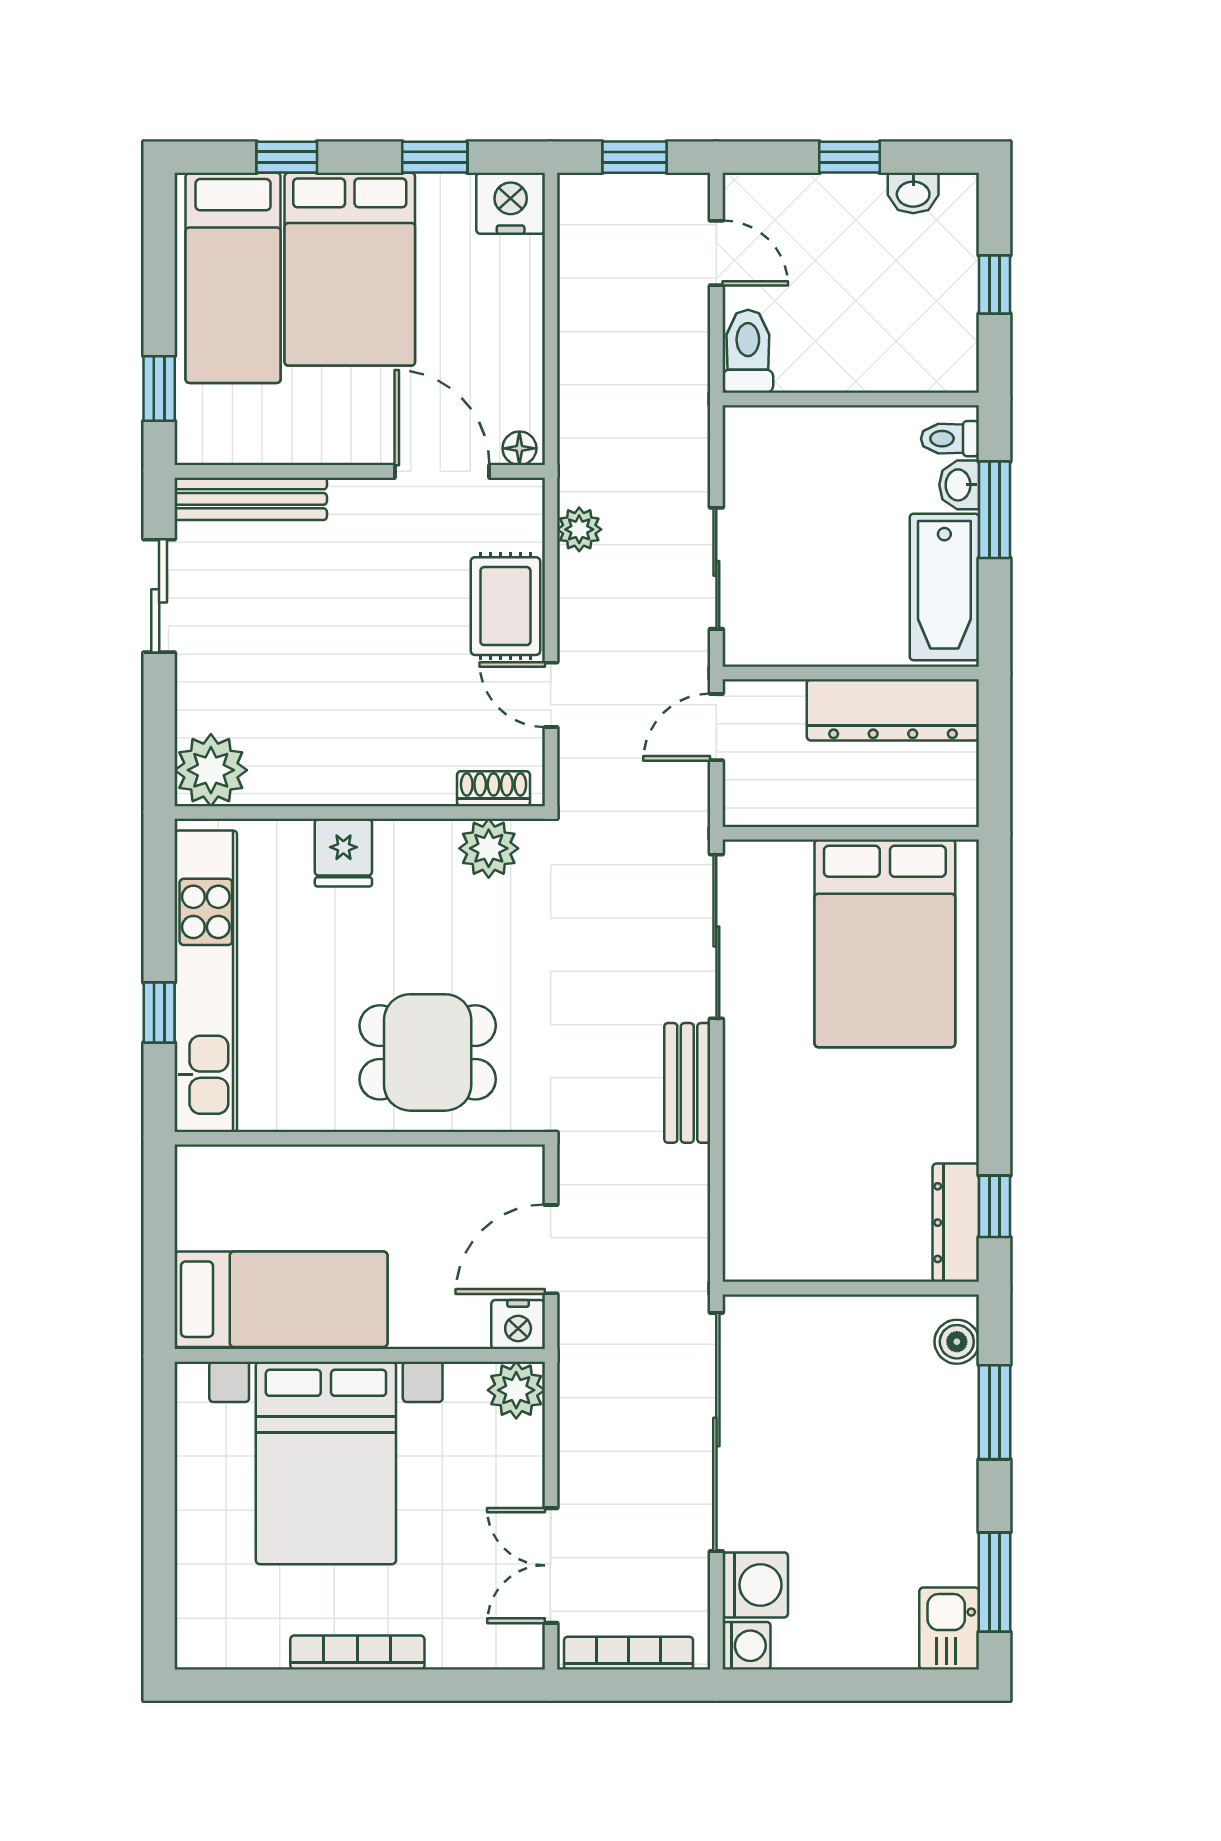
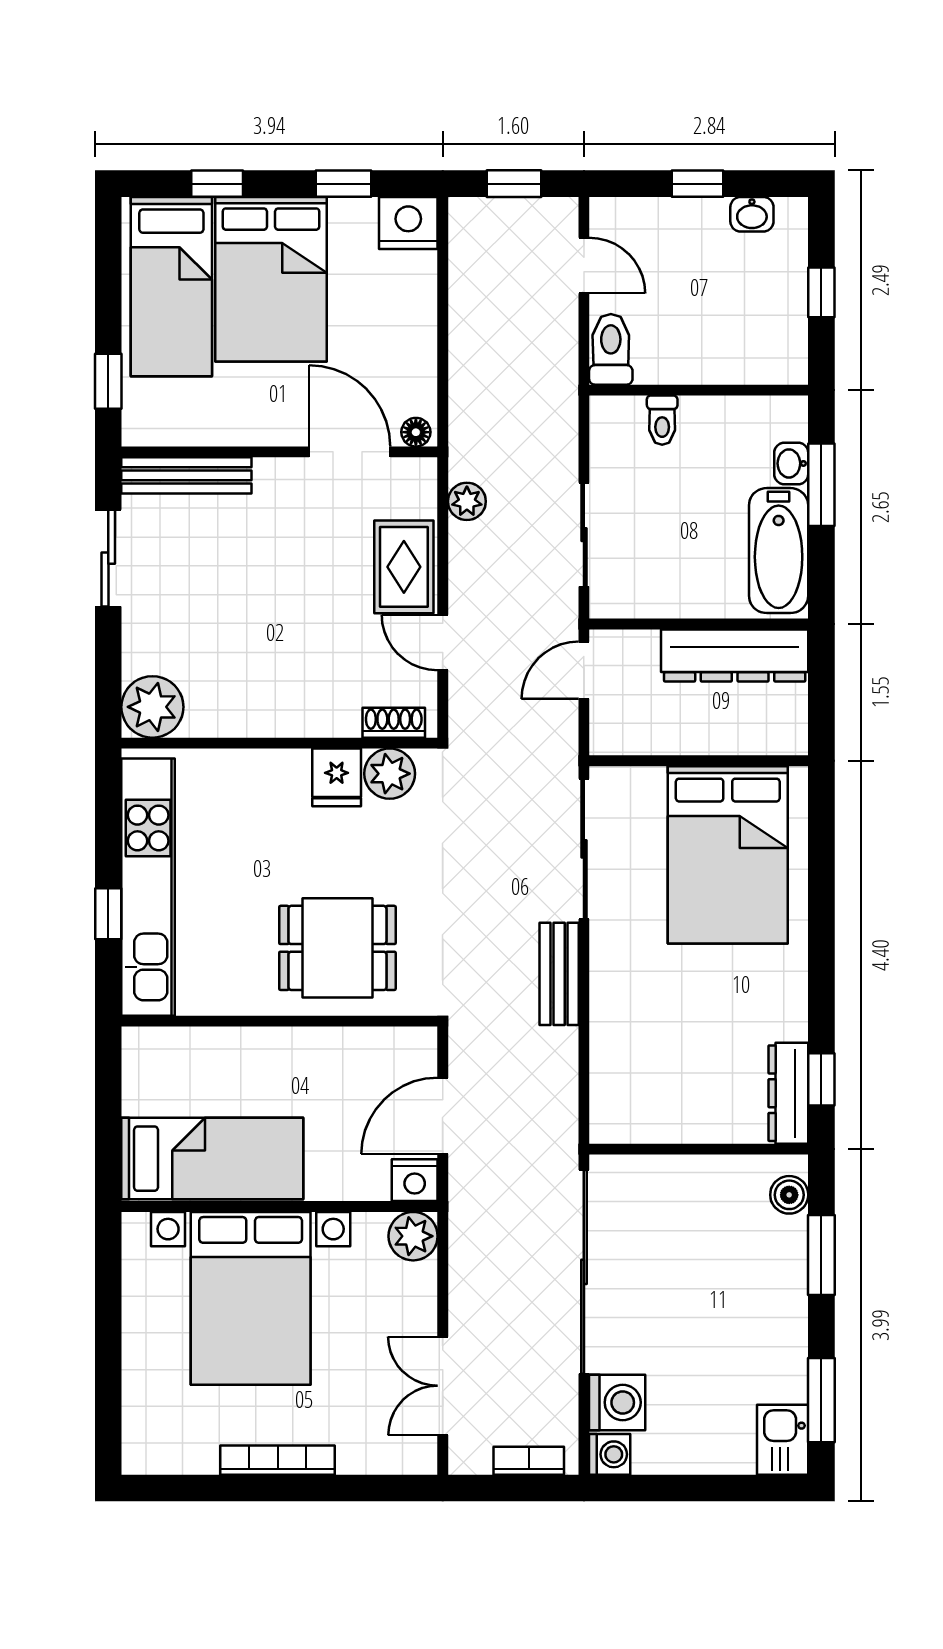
toilet: (950, 439) -> (662, 420), moved, turned -90
fridge: (343, 853) -> (337, 777), moved
bookcase: (629, 1653) -> (529, 1461), width x0.64

